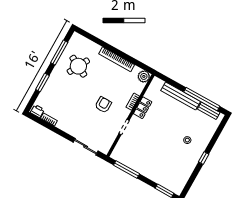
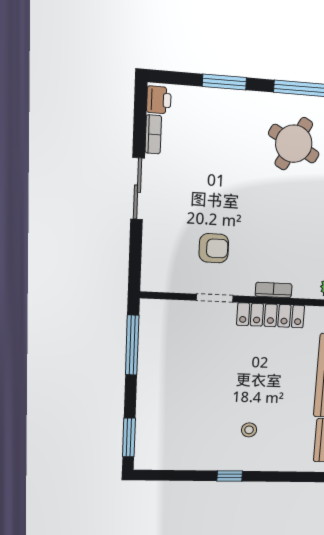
armchair: (103, 105) -> (214, 248), moved
locker: (143, 108) -> (271, 315), width x1.53
sliding door: (86, 147) -> (138, 189), moved

